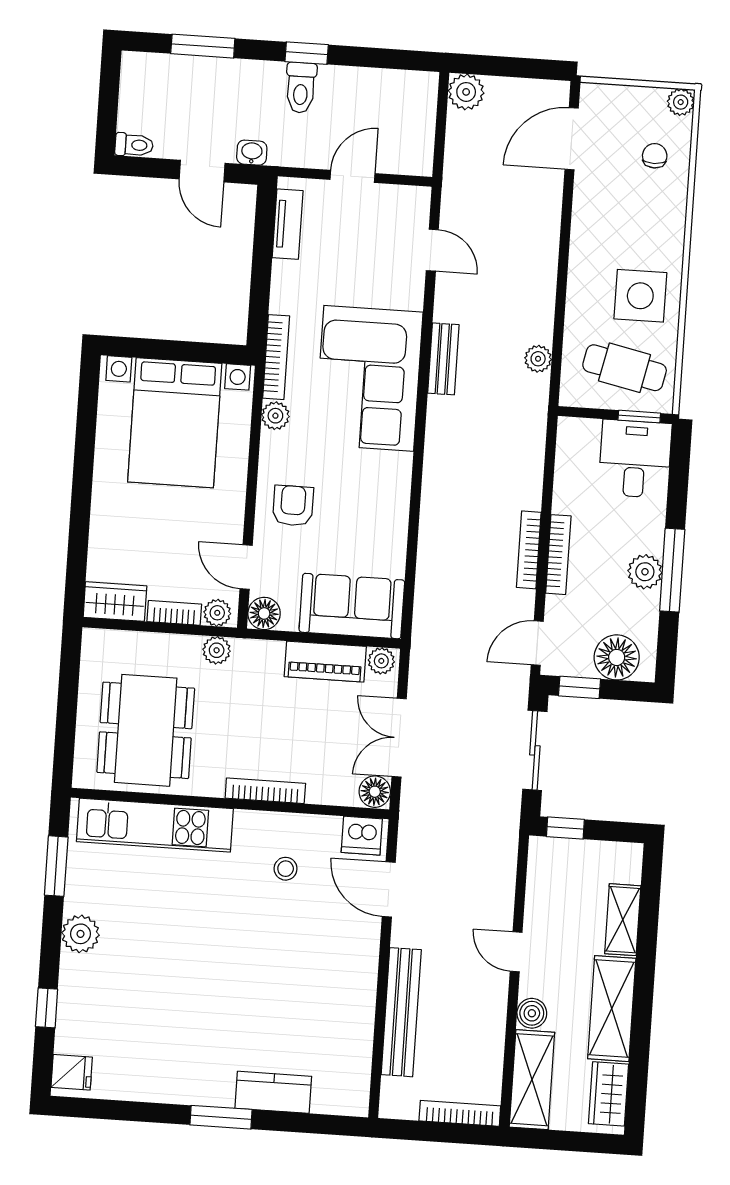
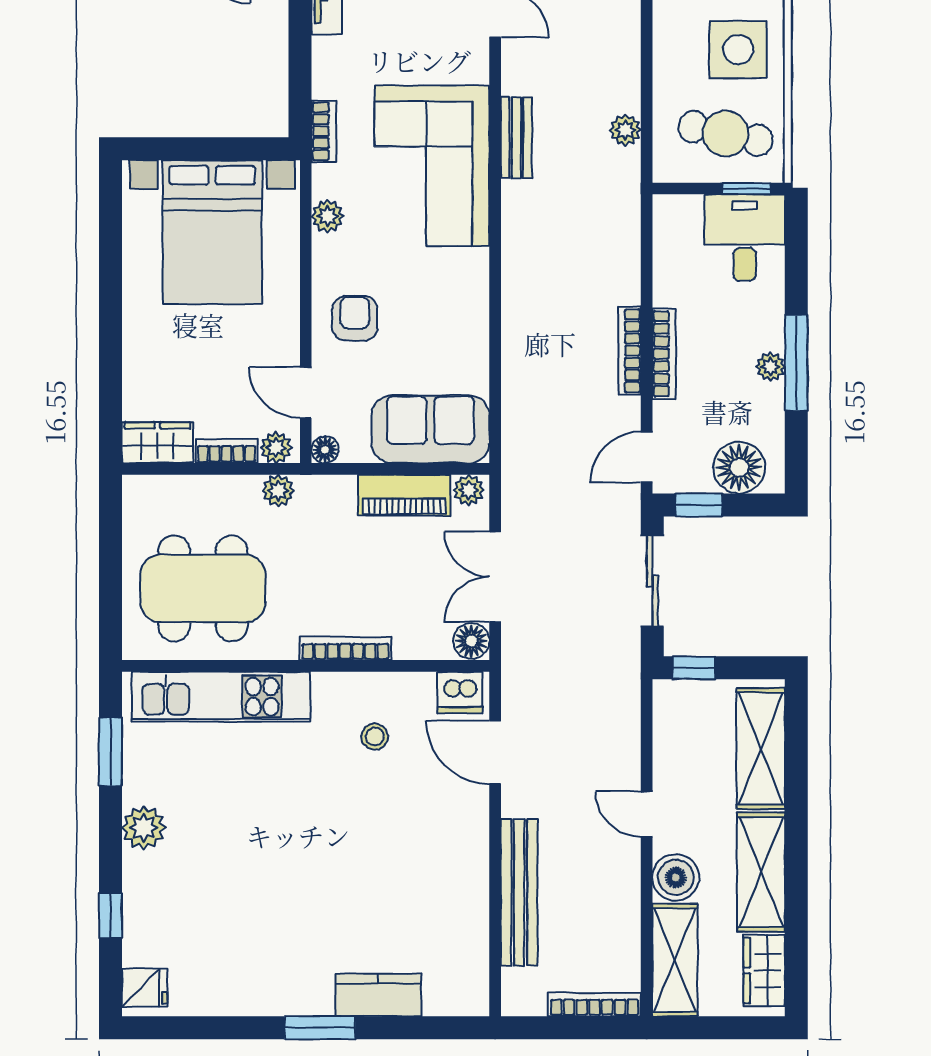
bookcase: (276, 357) -> (324, 131), width x0.64
plant: (645, 572) -> (770, 367), width x0.73, depth x0.73
floor lamp: (264, 613) -> (325, 450), width x0.73, depth x0.73
dining table: (146, 730) -> (203, 588), turned 90
shelving: (623, 920) -> (761, 749), width x1.50, depth x1.33
boiler: (532, 1013) -> (676, 877), width x1.36, depth x1.36

